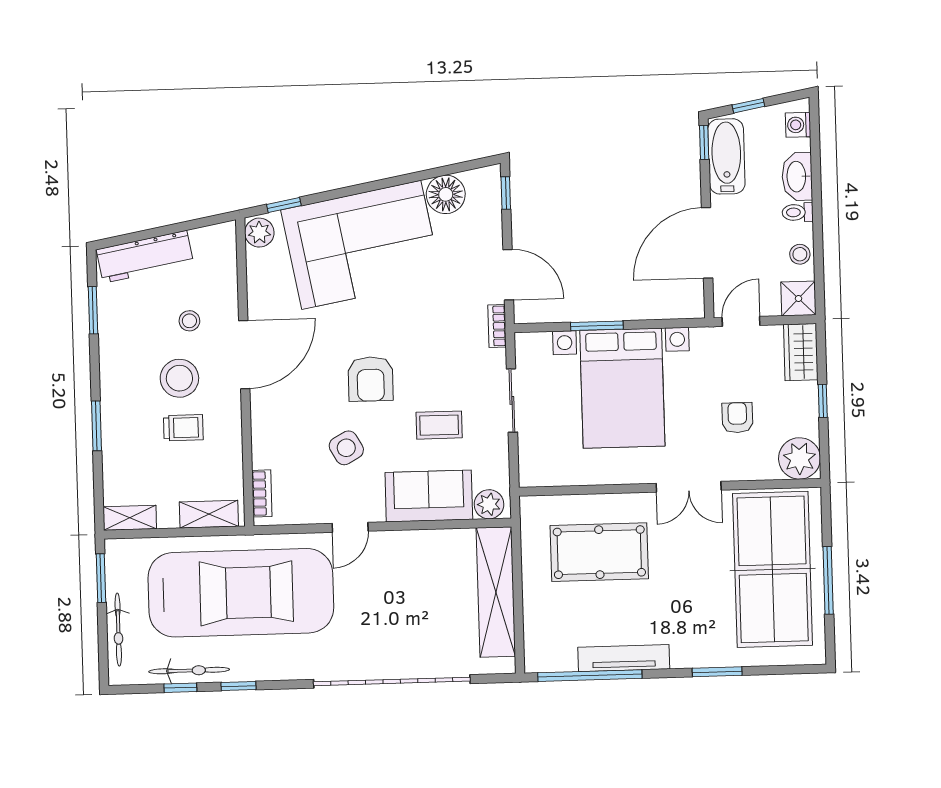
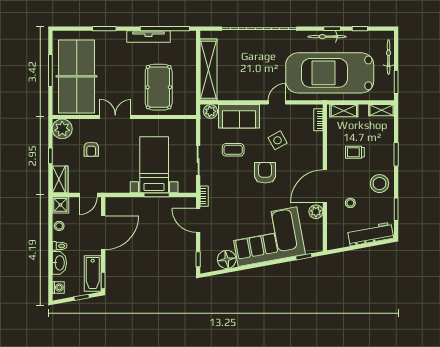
plant: (259, 233) -> (316, 212), moved
stool: (179, 378) -> (380, 184), moved
bed with nightstands: (622, 388) -> (154, 165), width x0.73
pool table: (599, 552) -> (159, 87), turned 90
bicycle: (189, 671) -> (327, 37), moved

